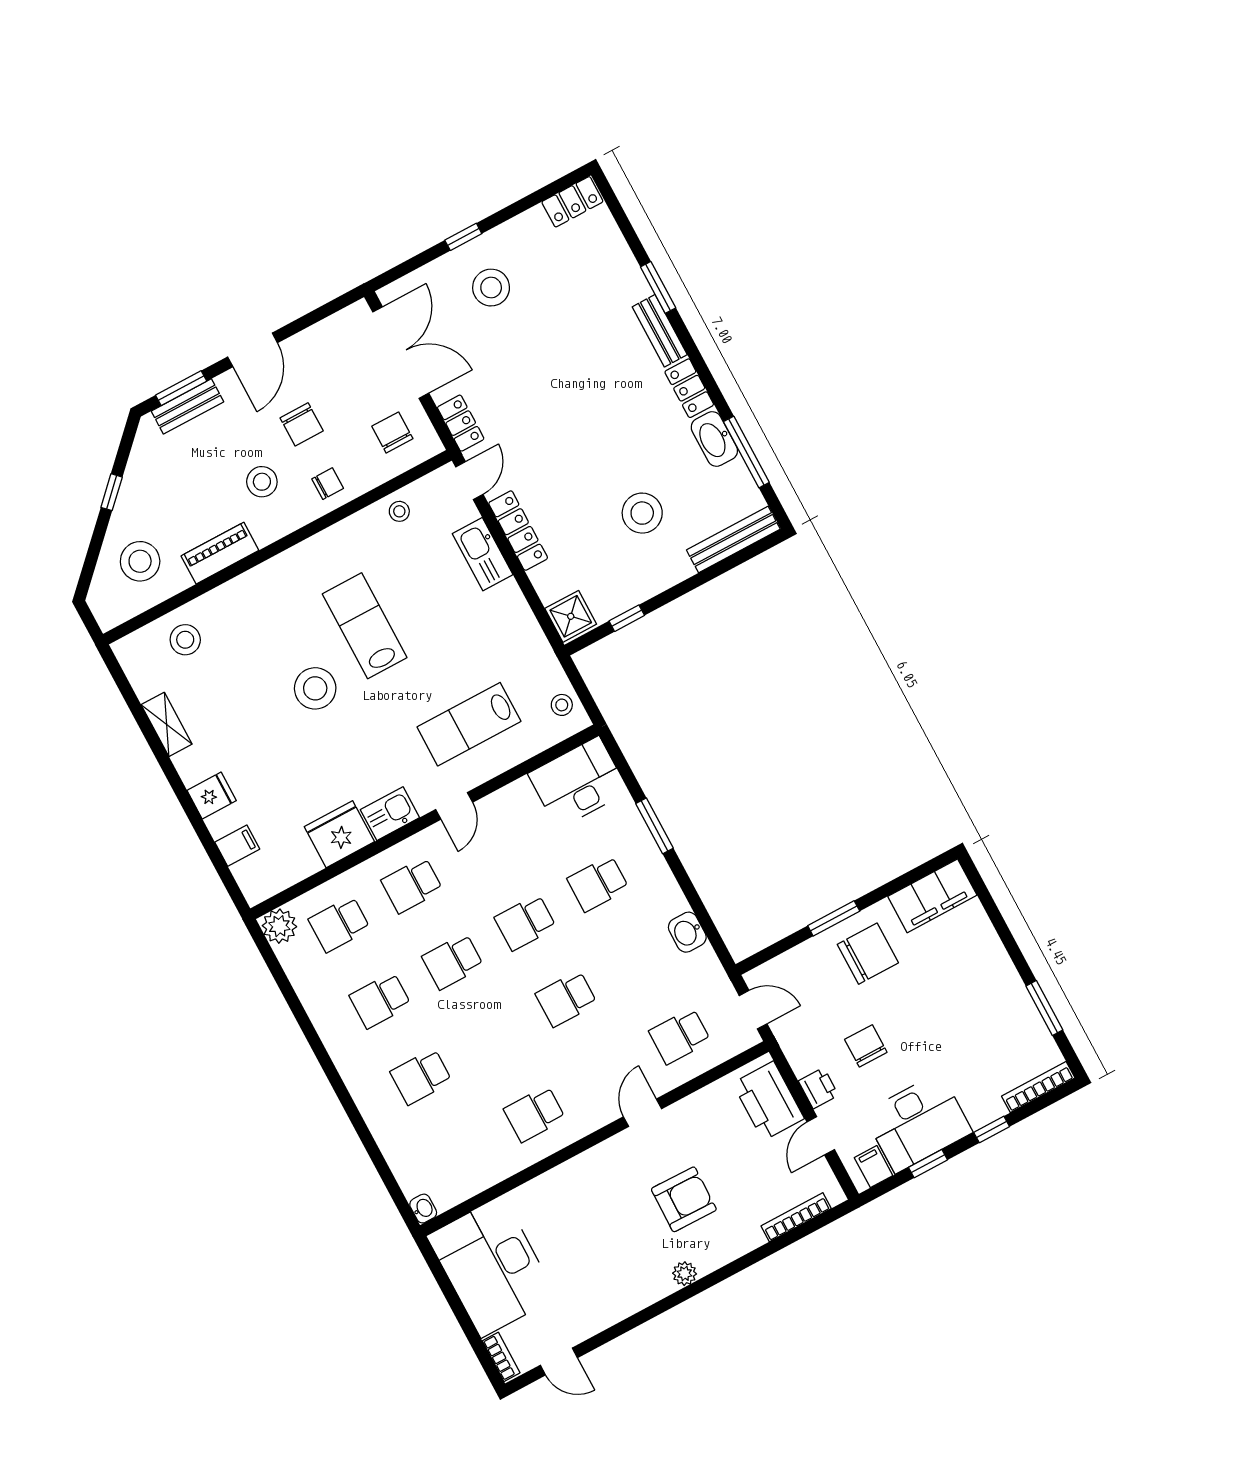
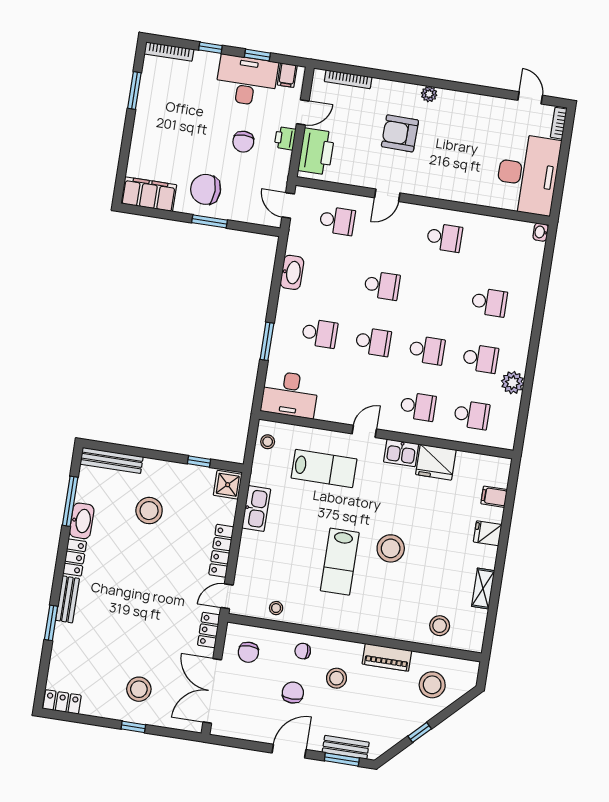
kitchen sink: (483, 554) -> (256, 509), moved
plant: (279, 926) -> (513, 383), moved
washbasin: (687, 932) -> (292, 272), width x1.38

